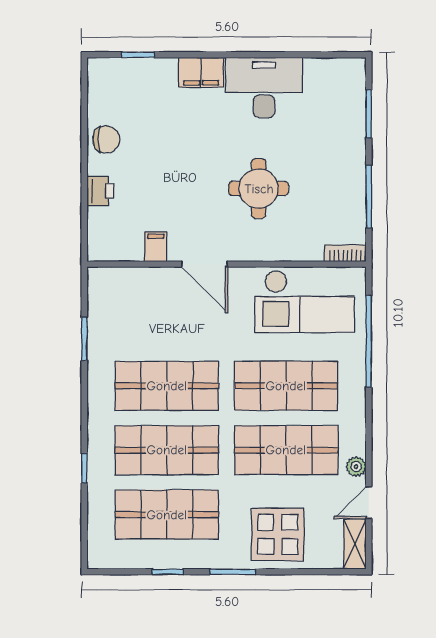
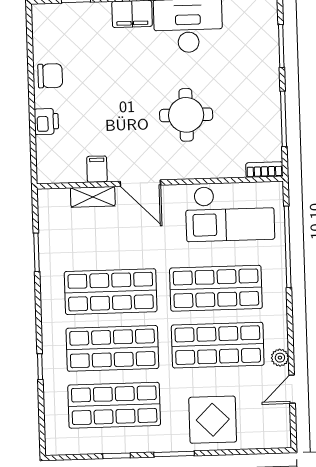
shelving: (355, 544) -> (93, 197), moved, turned 90

